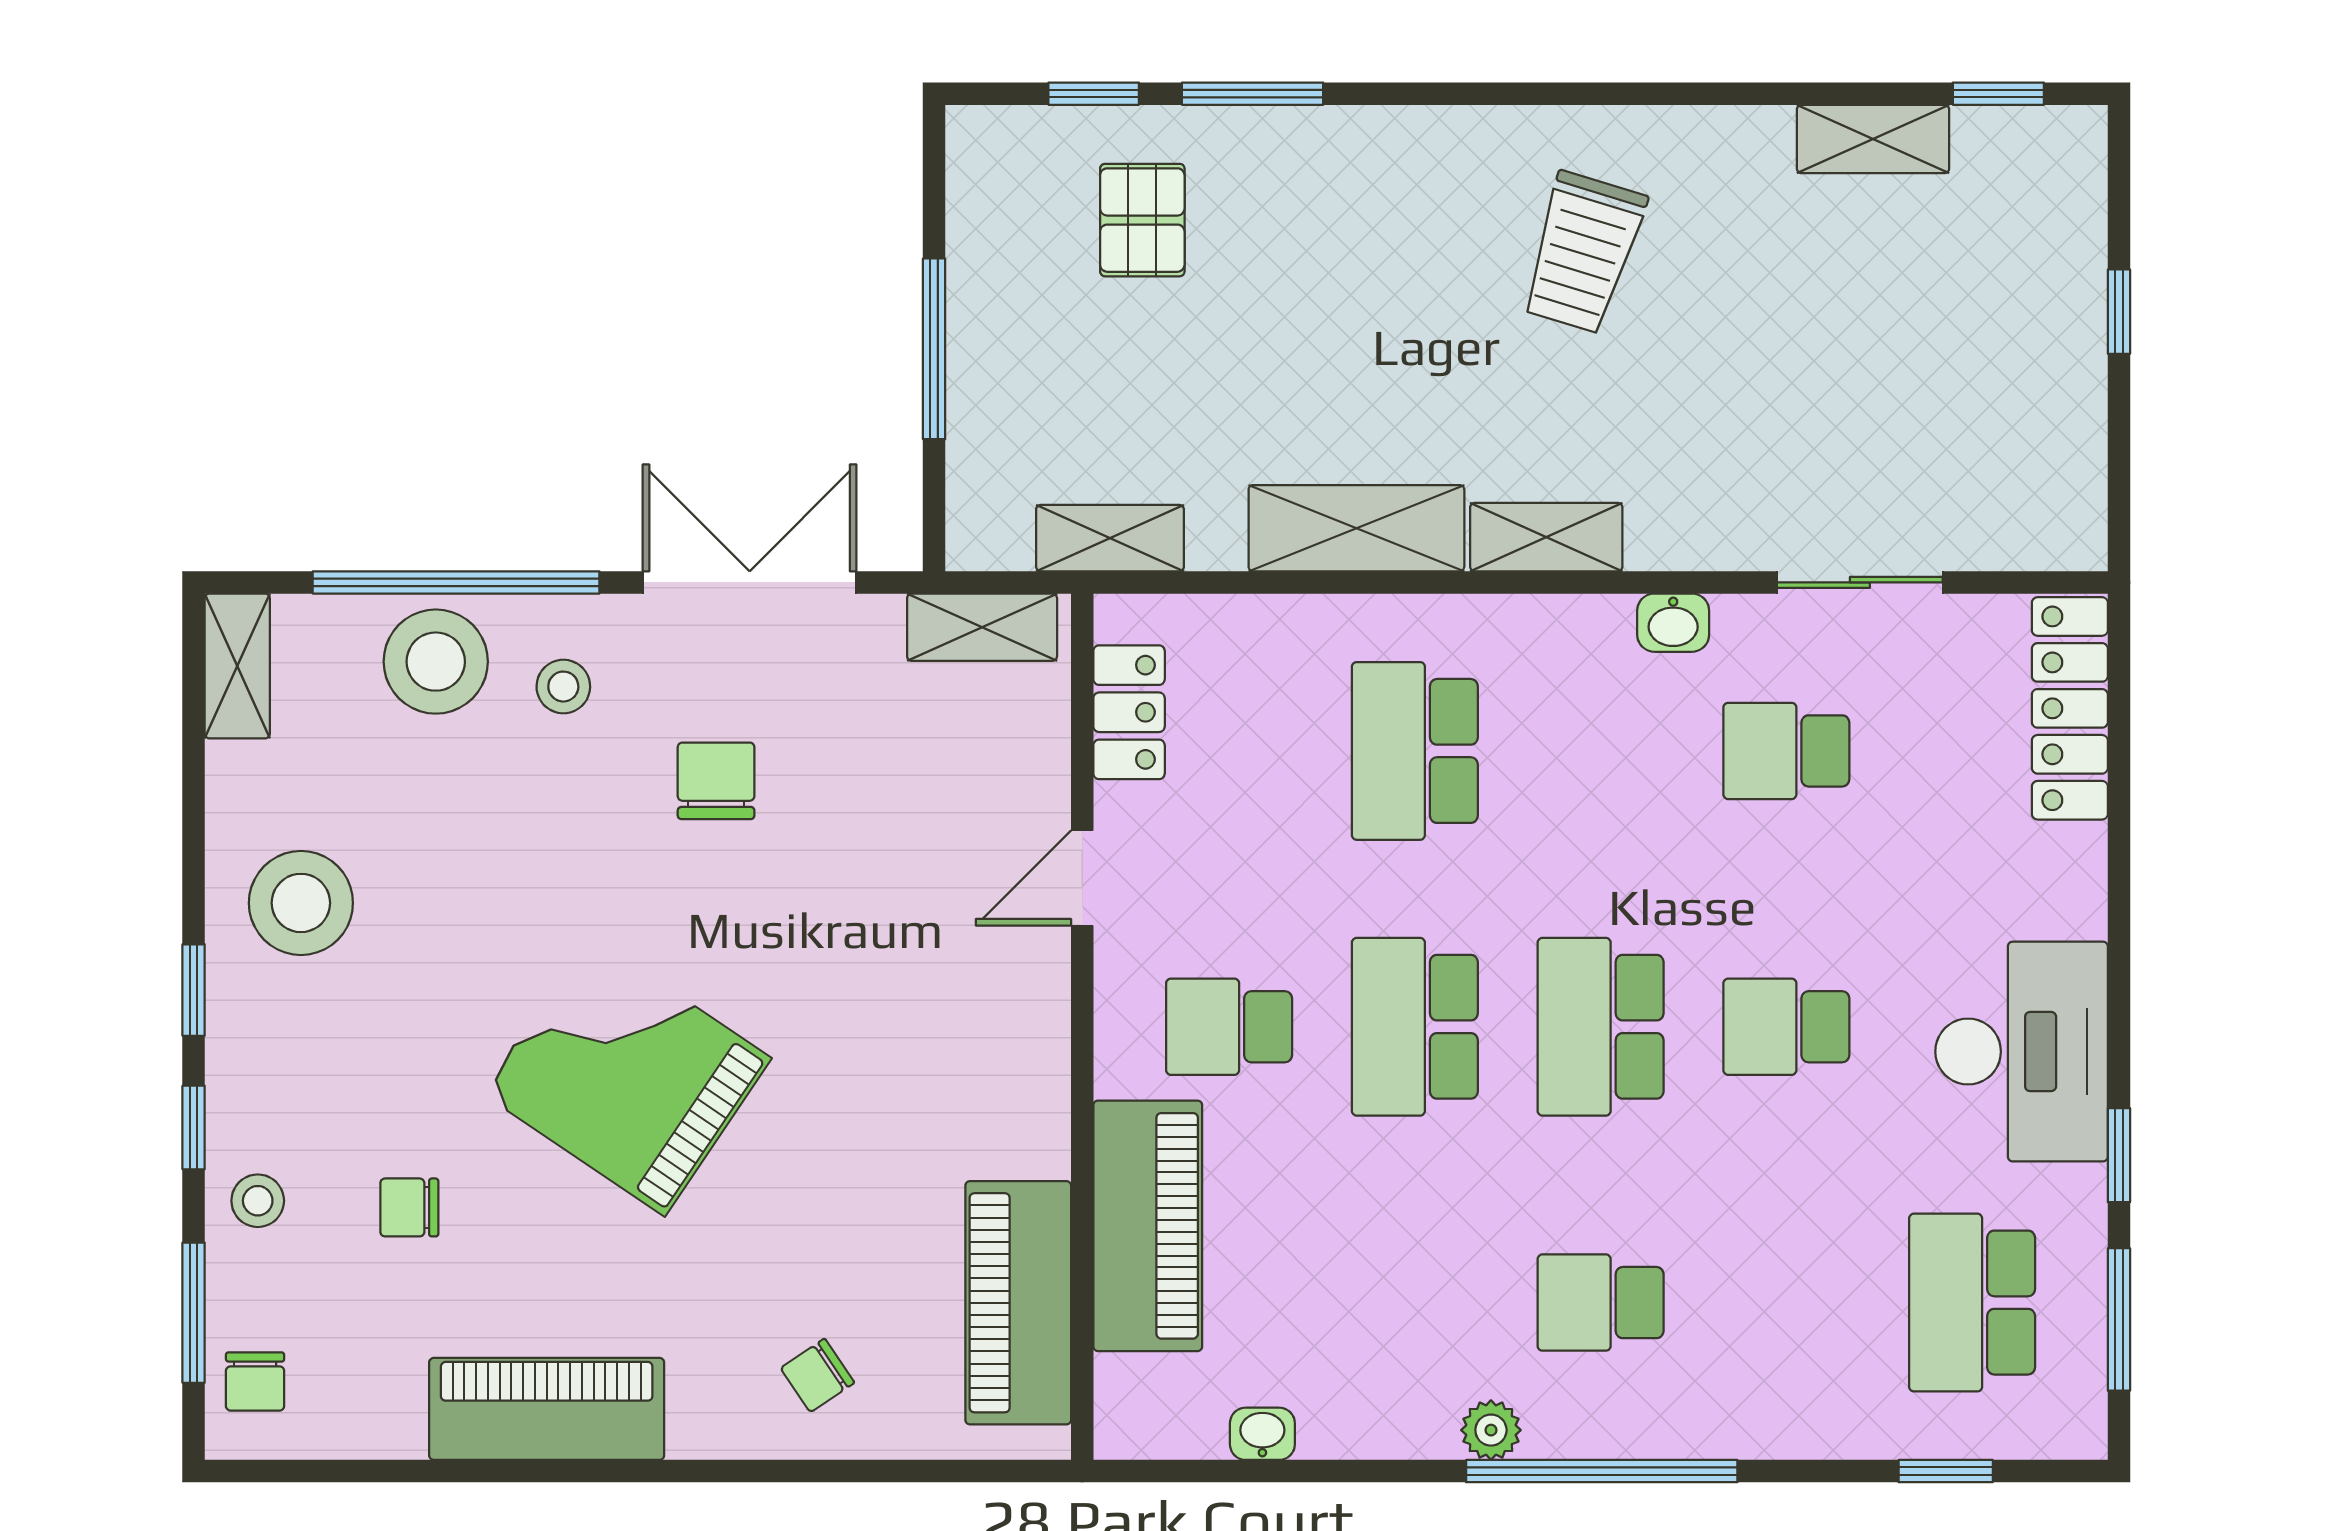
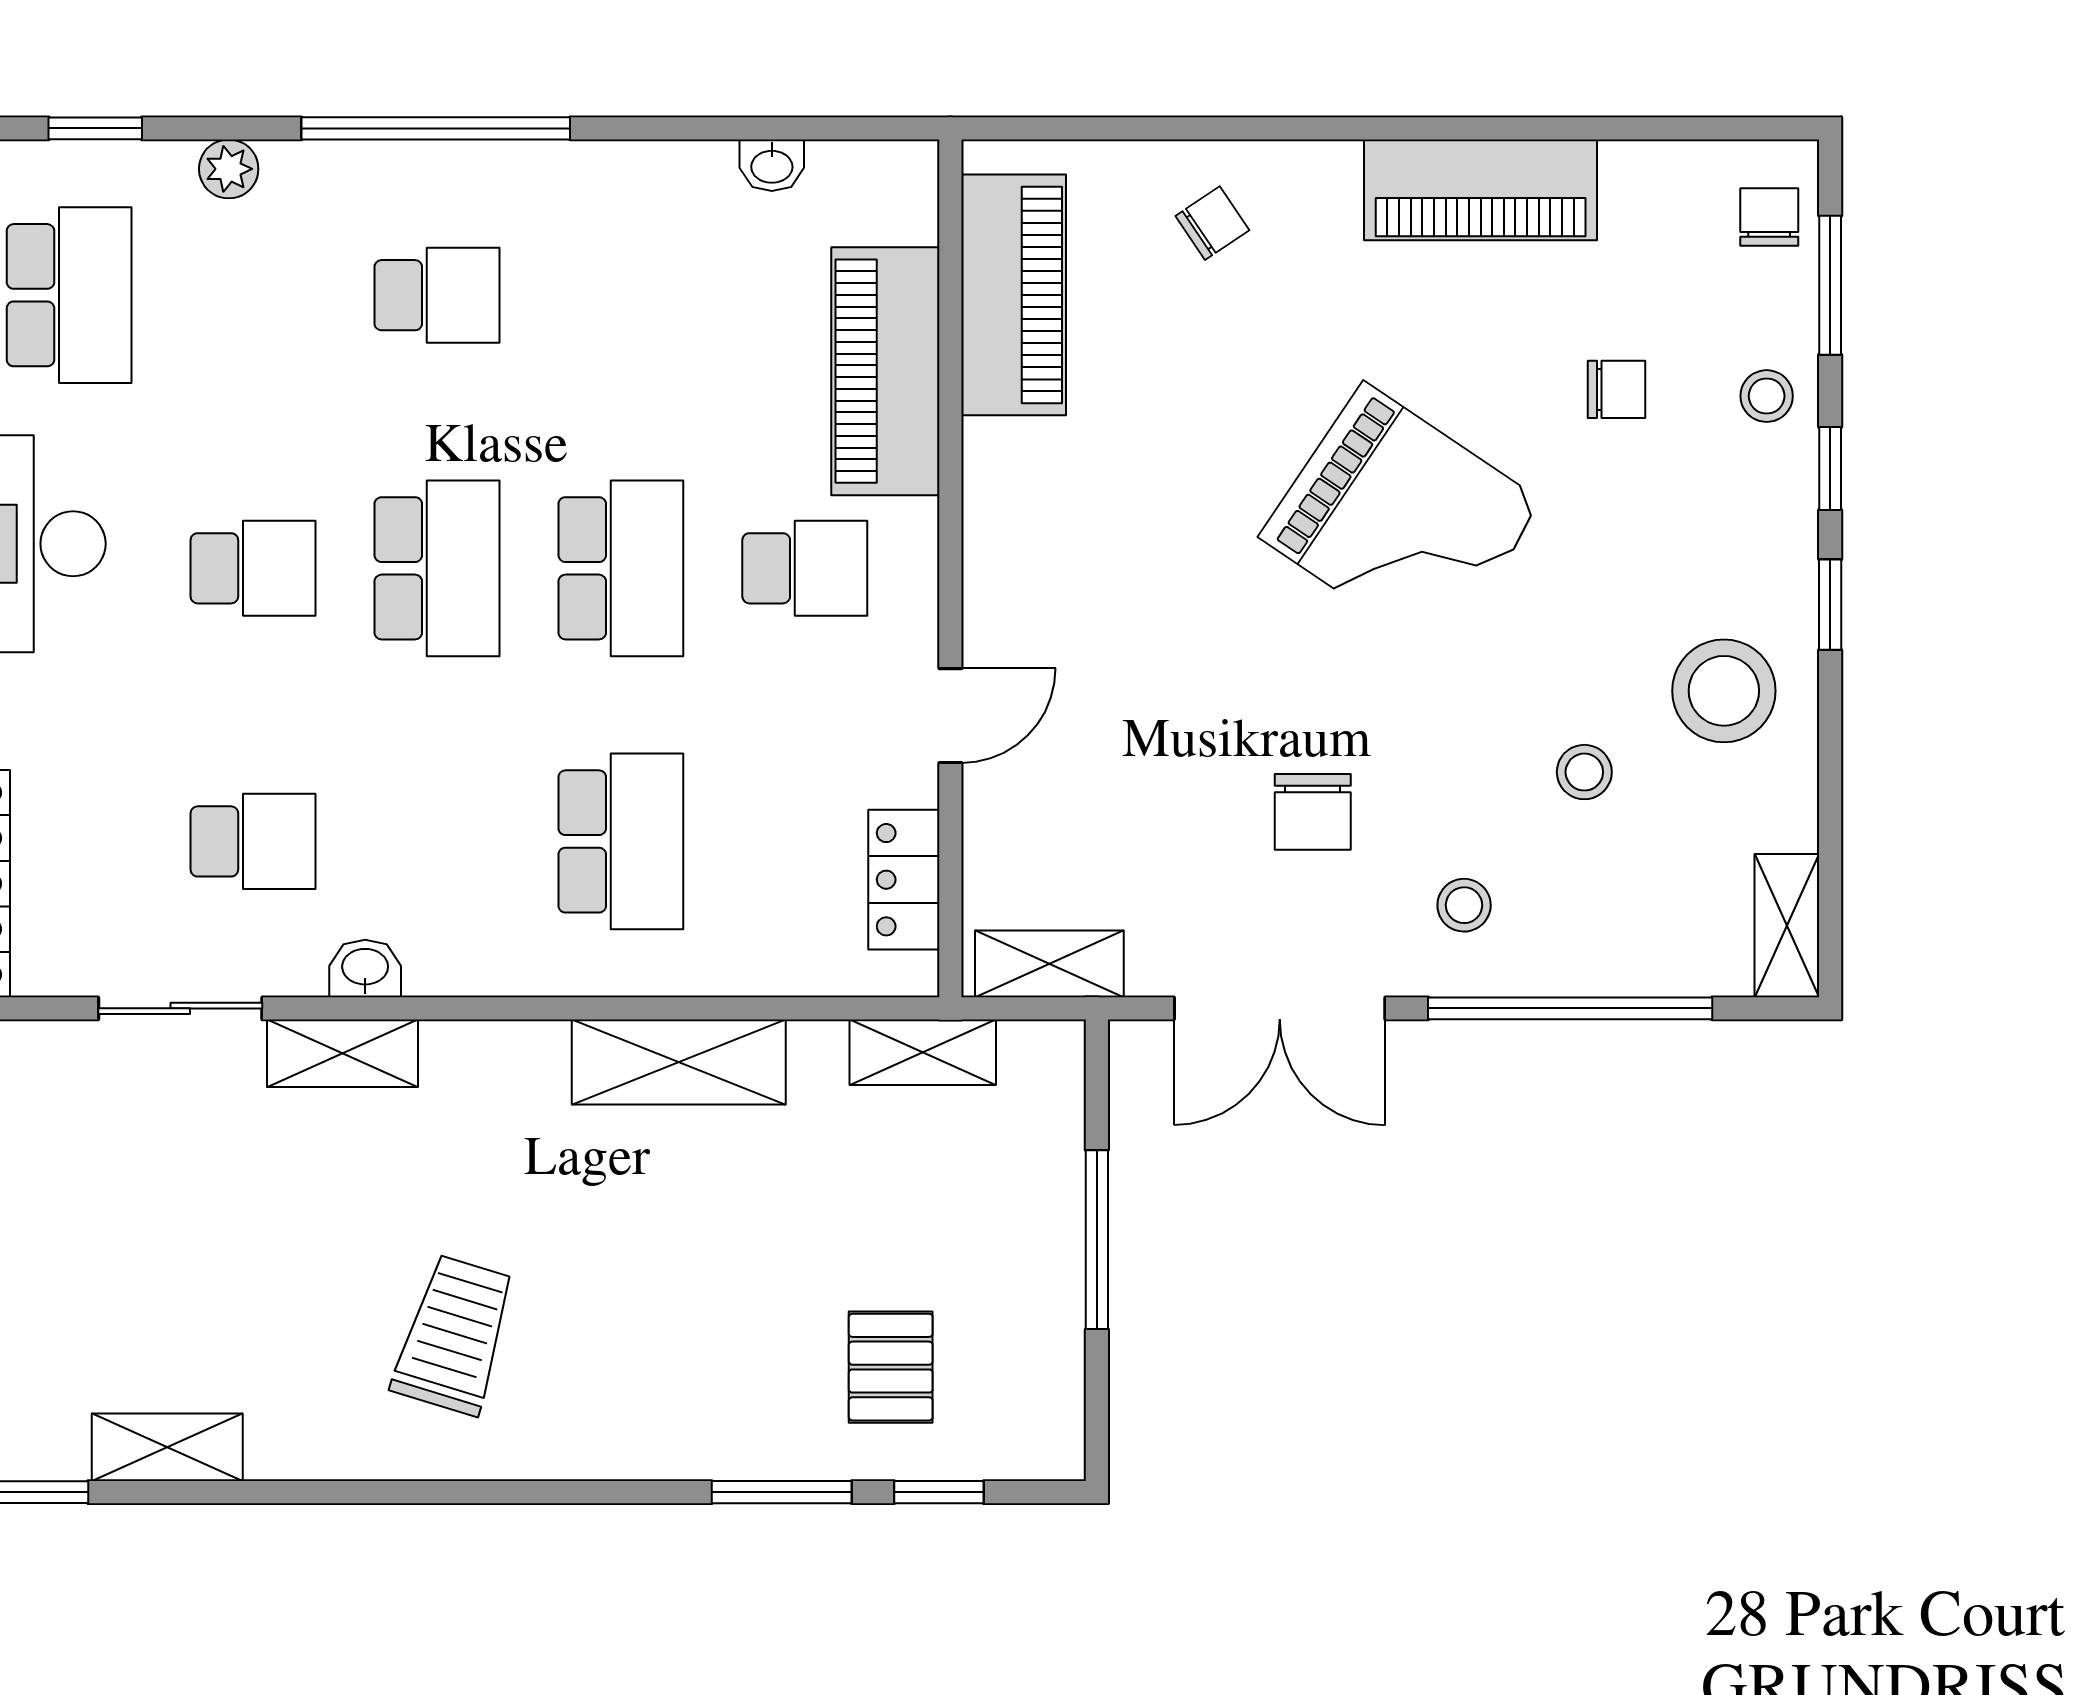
shelving: (1546, 537) -> (342, 1053), moved
stool: (436, 662) -> (1584, 772), moved, width x0.53, depth x0.53
plant: (1491, 1430) -> (229, 169), moved

